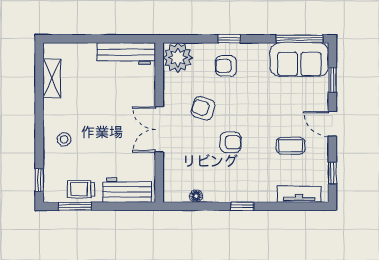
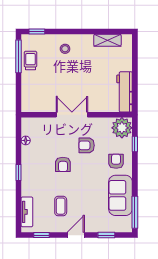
window: (229, 39) -> (135, 144), moved
sofa: (299, 60) -> (120, 195), moved
armchair: (203, 108) -> (87, 145), turned -108
workbench: (127, 190) -> (30, 93), removed
window: (75, 206) -> (19, 56), width x1.44

